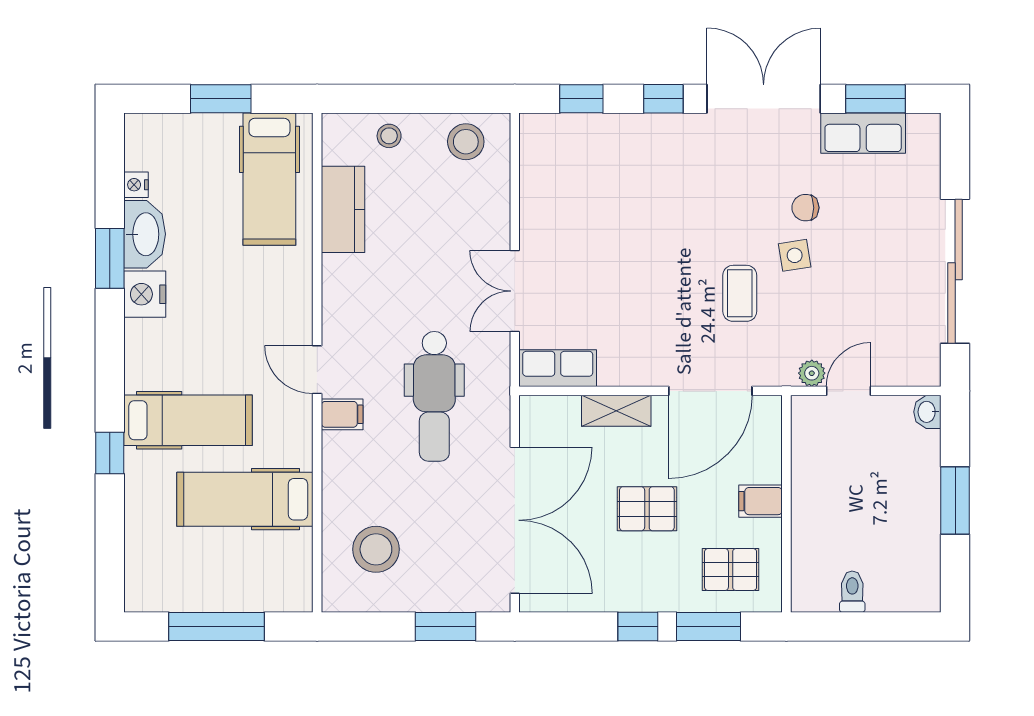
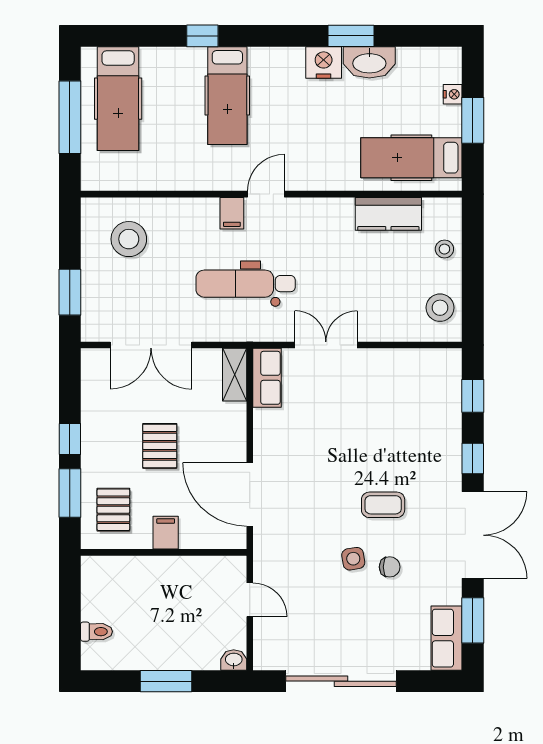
row of seats: (863, 133) -> (447, 638), moved
nightstand: (136, 185) -> (453, 94), moved, turned 90
chair: (805, 208) -> (390, 567), turned 90
coffee table: (740, 293) -> (383, 505), moved
plant: (812, 373) -> (263, 572), removed
shelving: (616, 411) -> (235, 375), moved
hospital bed: (245, 499) -> (118, 99), moved, turned 180
double door: (515, 520) -> (151, 345), width x0.73
toilet: (852, 592) -> (96, 632), moved

